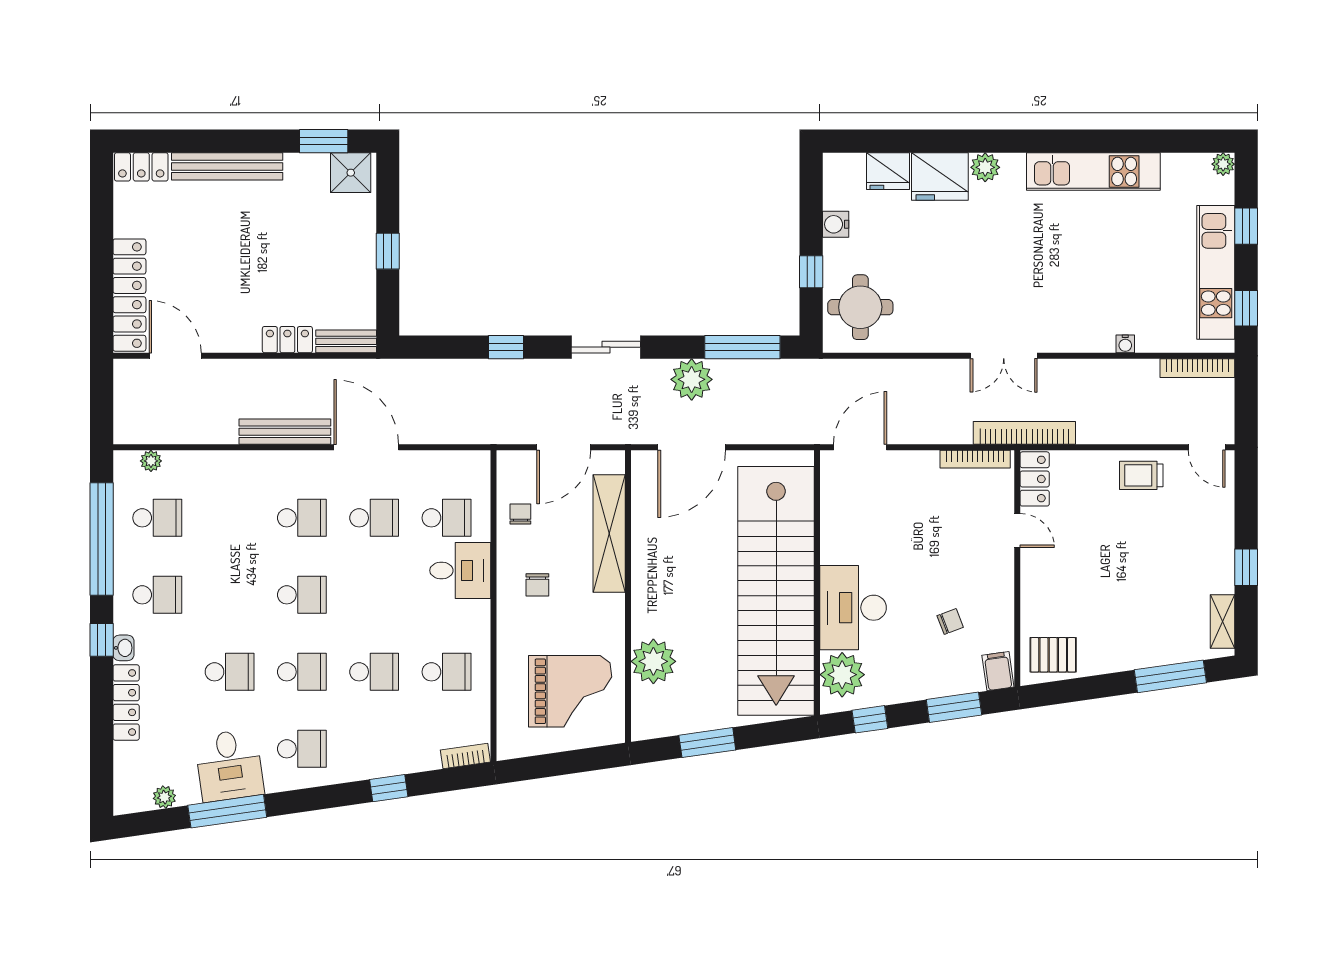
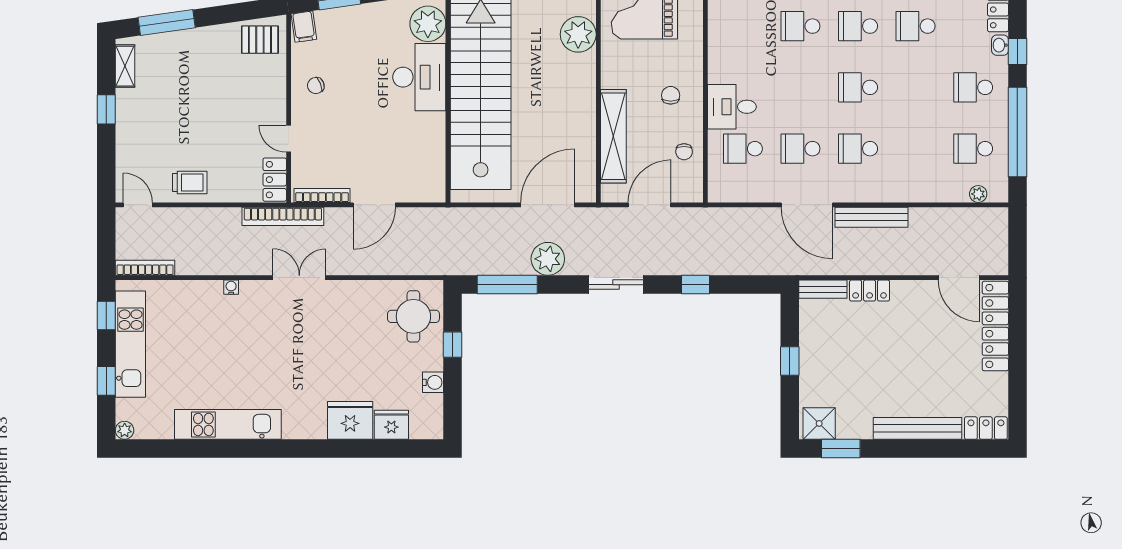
plant: (985, 167) -> (314, 428), removed
water cooler: (1125, 344) -> (231, 287), moved
door: (860, 447) -> (374, 205), moved
chair: (950, 621) -> (316, 86), moved
school desk: (446, 672) -> (743, 26), removed

